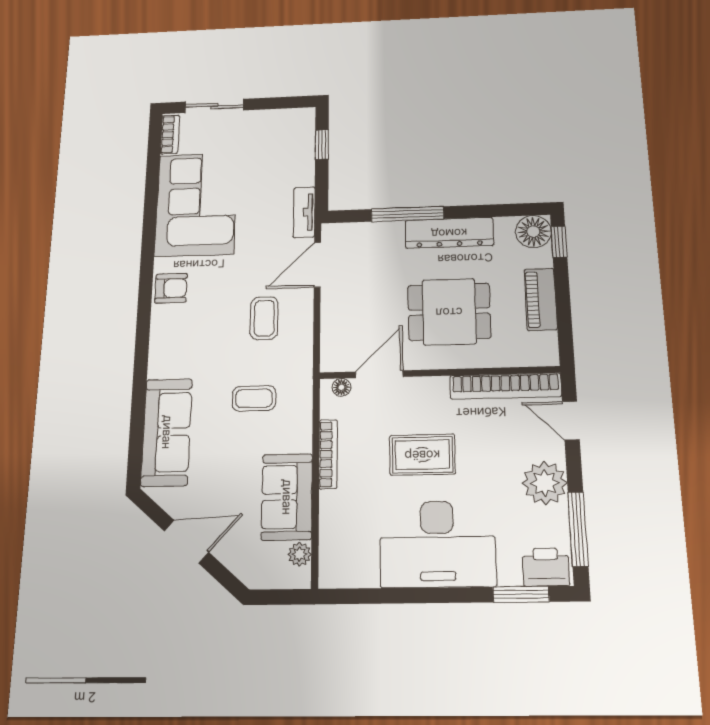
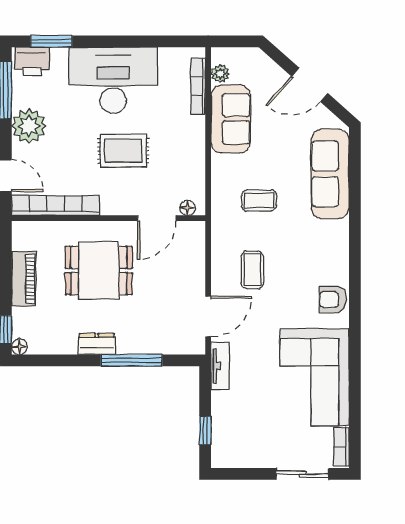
floor lamp: (533, 232) -> (19, 347), width x0.53, depth x0.53
dresser: (449, 233) -> (97, 344), width x0.51, depth x0.80
bookcase: (328, 454) -> (198, 86), moved

